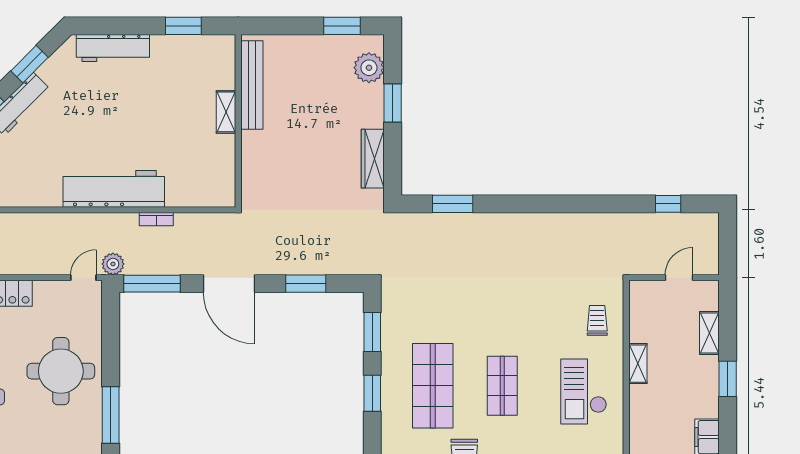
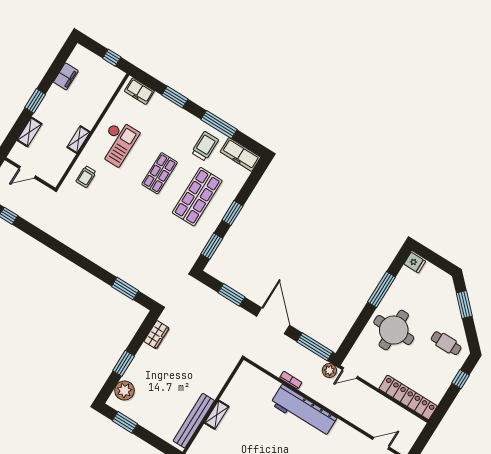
wardrobe: (373, 159) -> (156, 335), width x0.67

